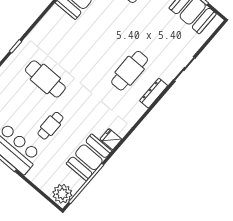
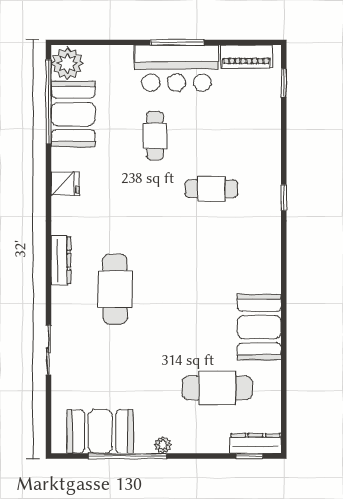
cafe table: (45, 79) -> (211, 189), width x0.73, depth x0.74
dresser: (154, 93) -> (61, 260), moved
booth: (89, 157) -> (73, 114), moved

